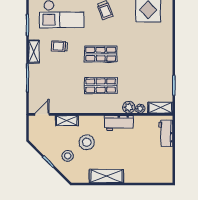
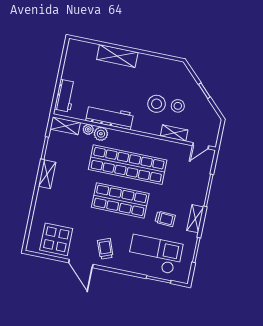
shop shelf: (101, 54) -> (120, 200), width x1.43, depth x1.36
shelving: (167, 63) -> (47, 174), added
shop shelf: (101, 86) -> (128, 165), width x2.00, depth x1.36
workbench: (119, 123) -> (110, 117), width x1.38
stool: (68, 156) -> (178, 106), moved
shelving: (106, 176) -> (117, 56), moved

